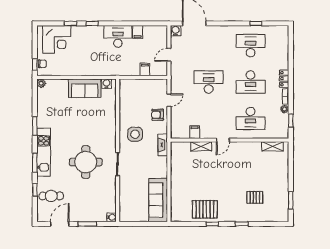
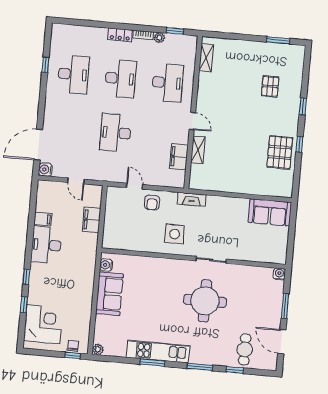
desk: (251, 46) -> (73, 74), turned 180
filing cabinet: (145, 70) -> (92, 220), width x2.00
filing cabinet: (195, 132) -> (179, 157), width x2.00
kitchen unit: (44, 152) -> (158, 352), moved
sofa: (158, 200) -> (270, 212), width x0.73

